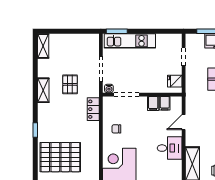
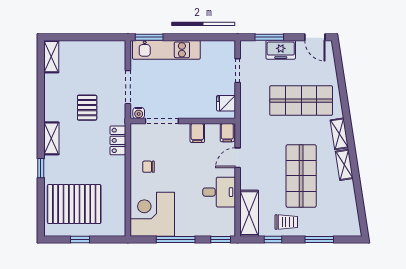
shelving: (43, 90) -> (51, 138), moved
filing cabinet: (165, 103) -> (227, 133), moved

